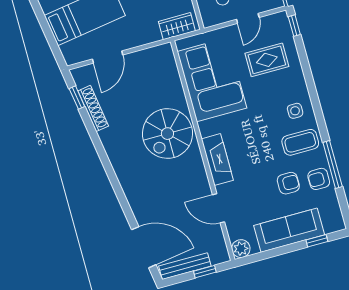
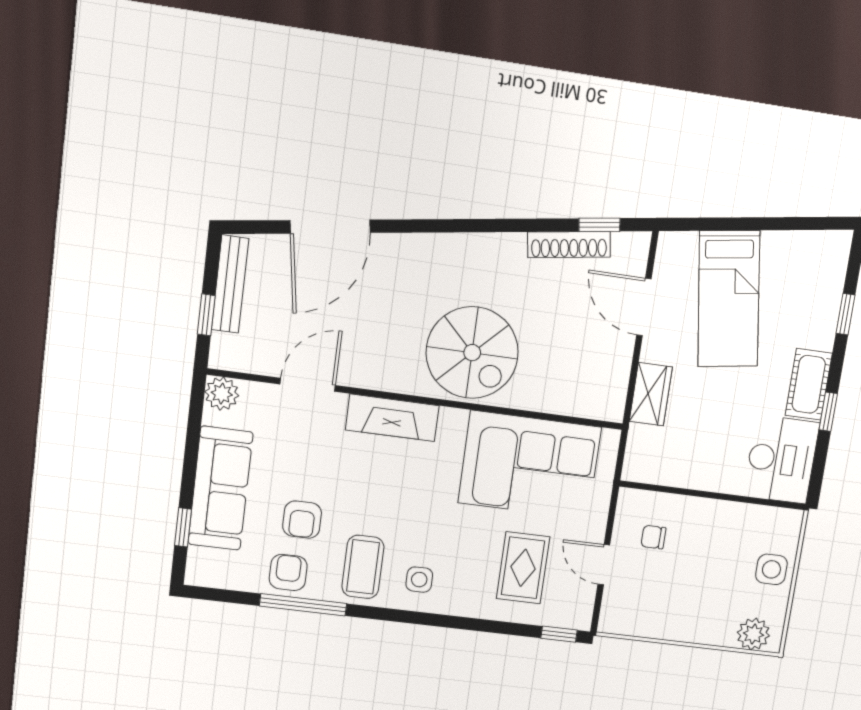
wardrobe: (177, 26) -> (651, 394), moved
spiral stairs: (167, 134) -> (472, 353), turned 180
door: (144, 247) -> (330, 227), moved

